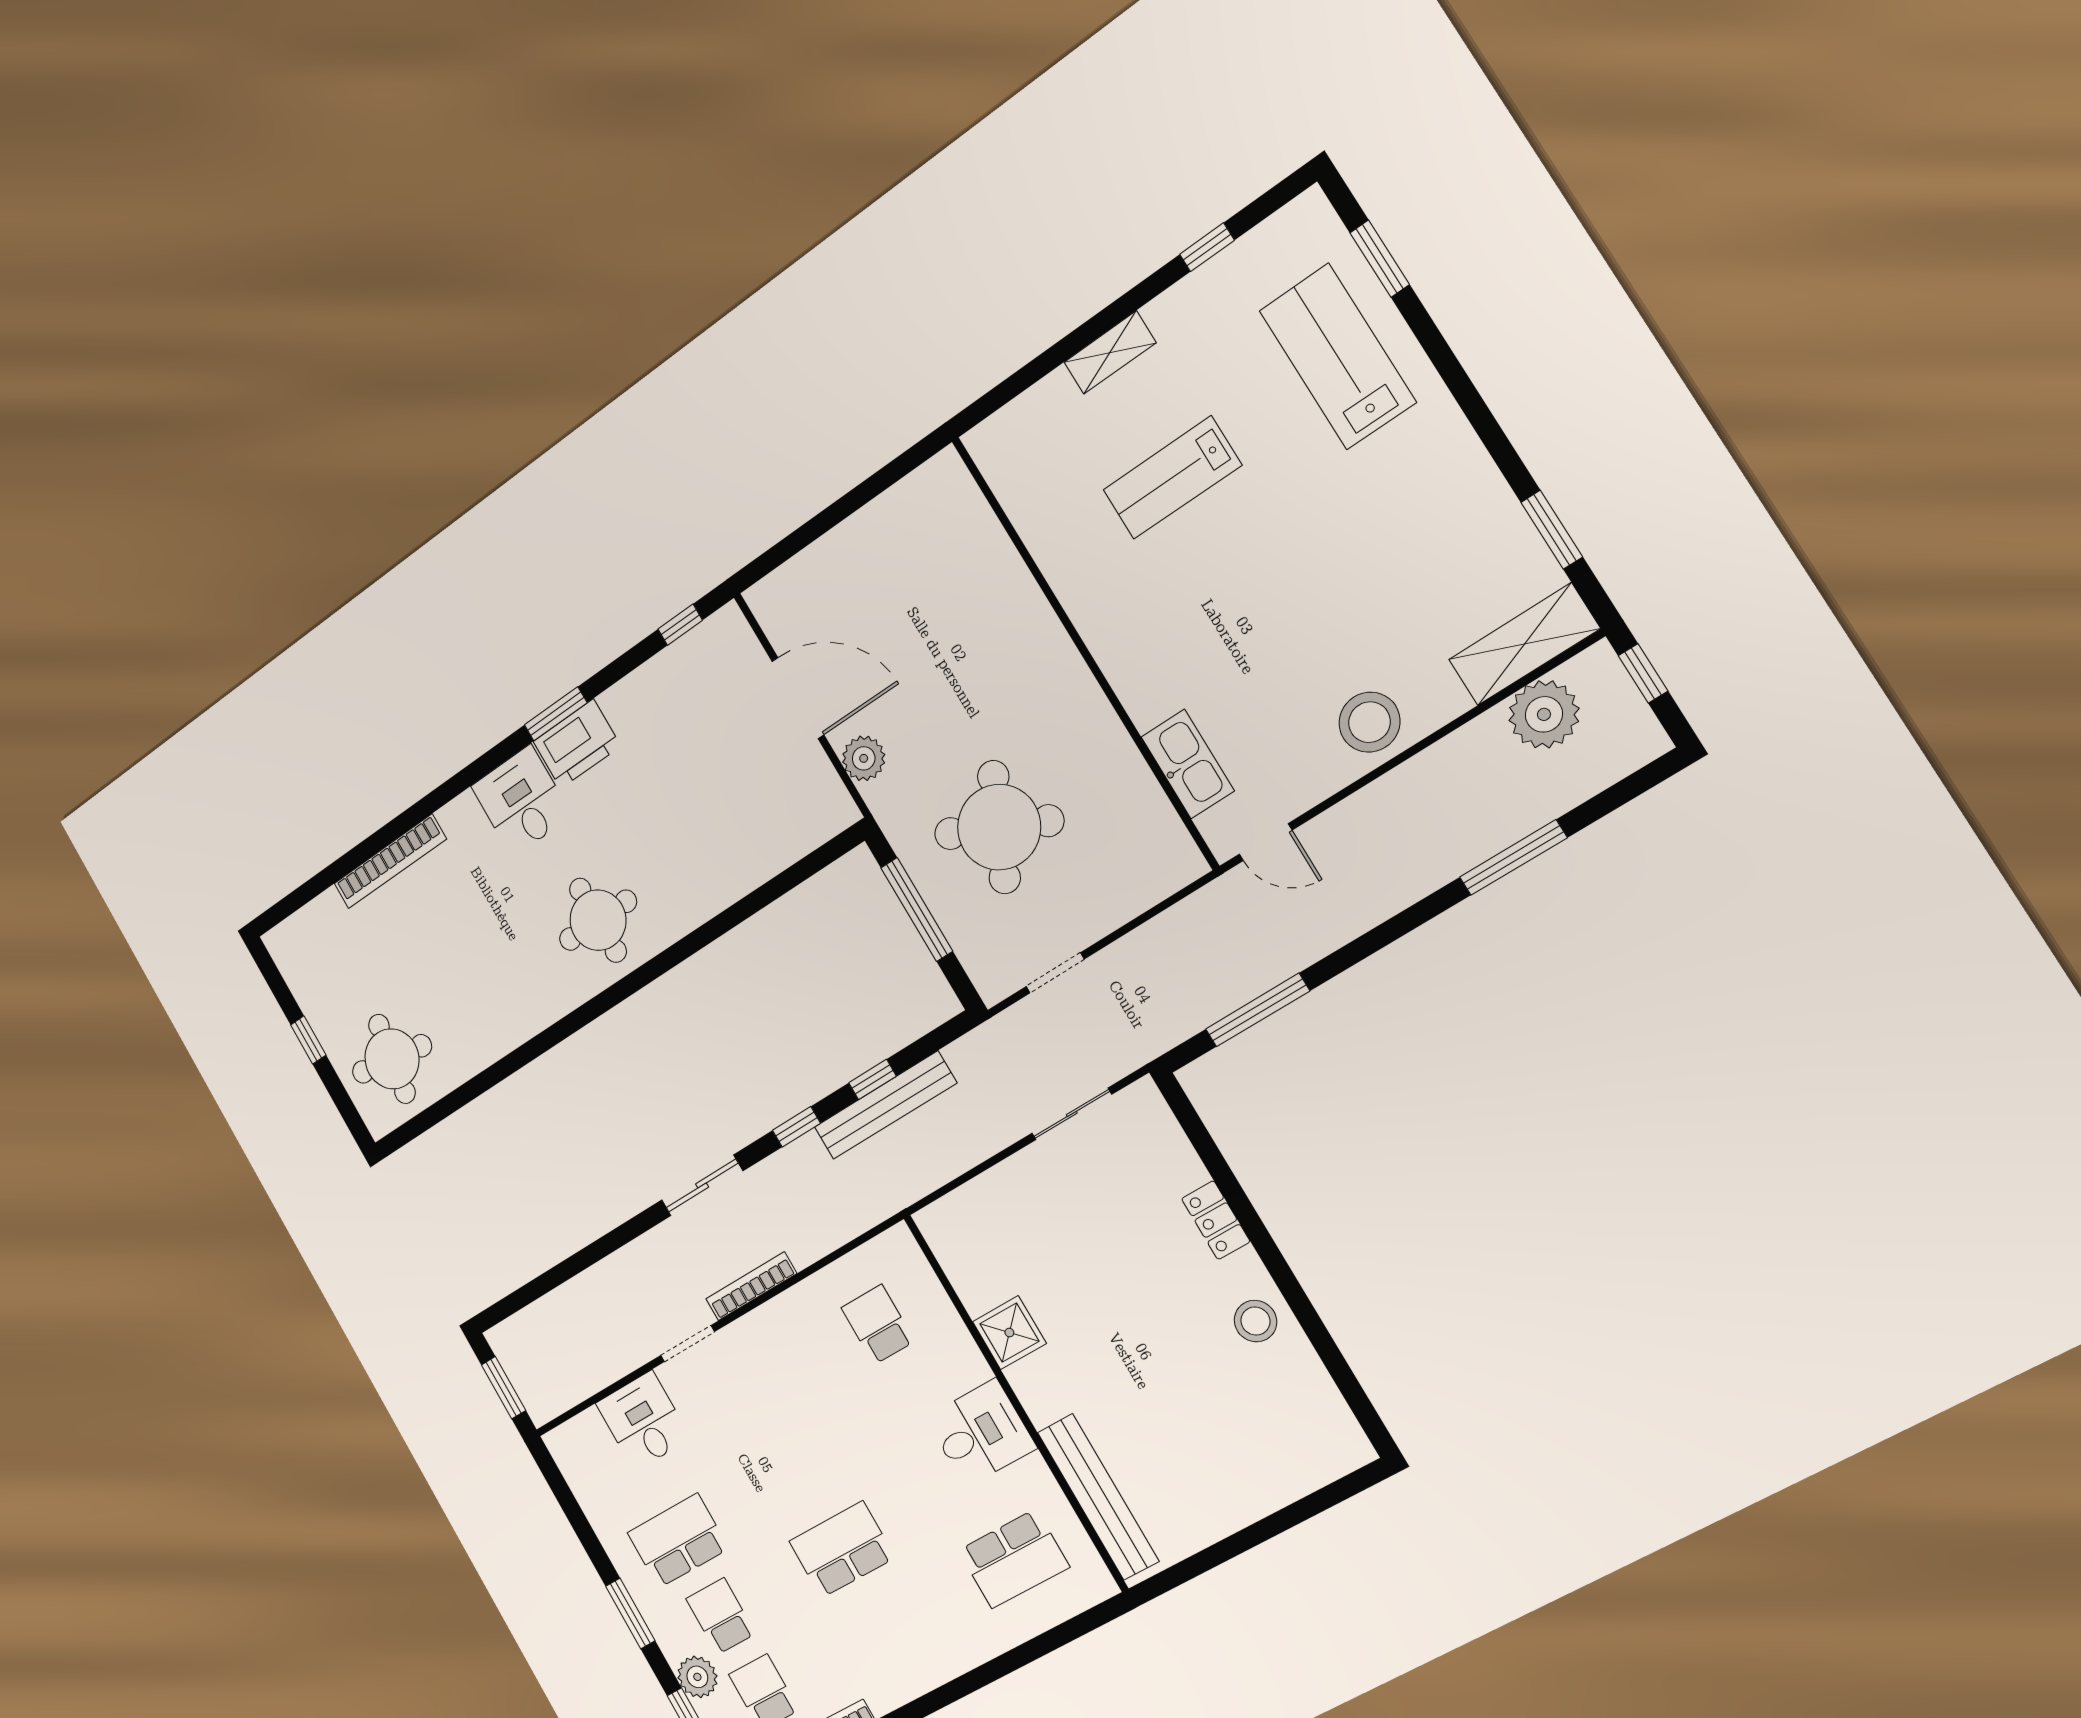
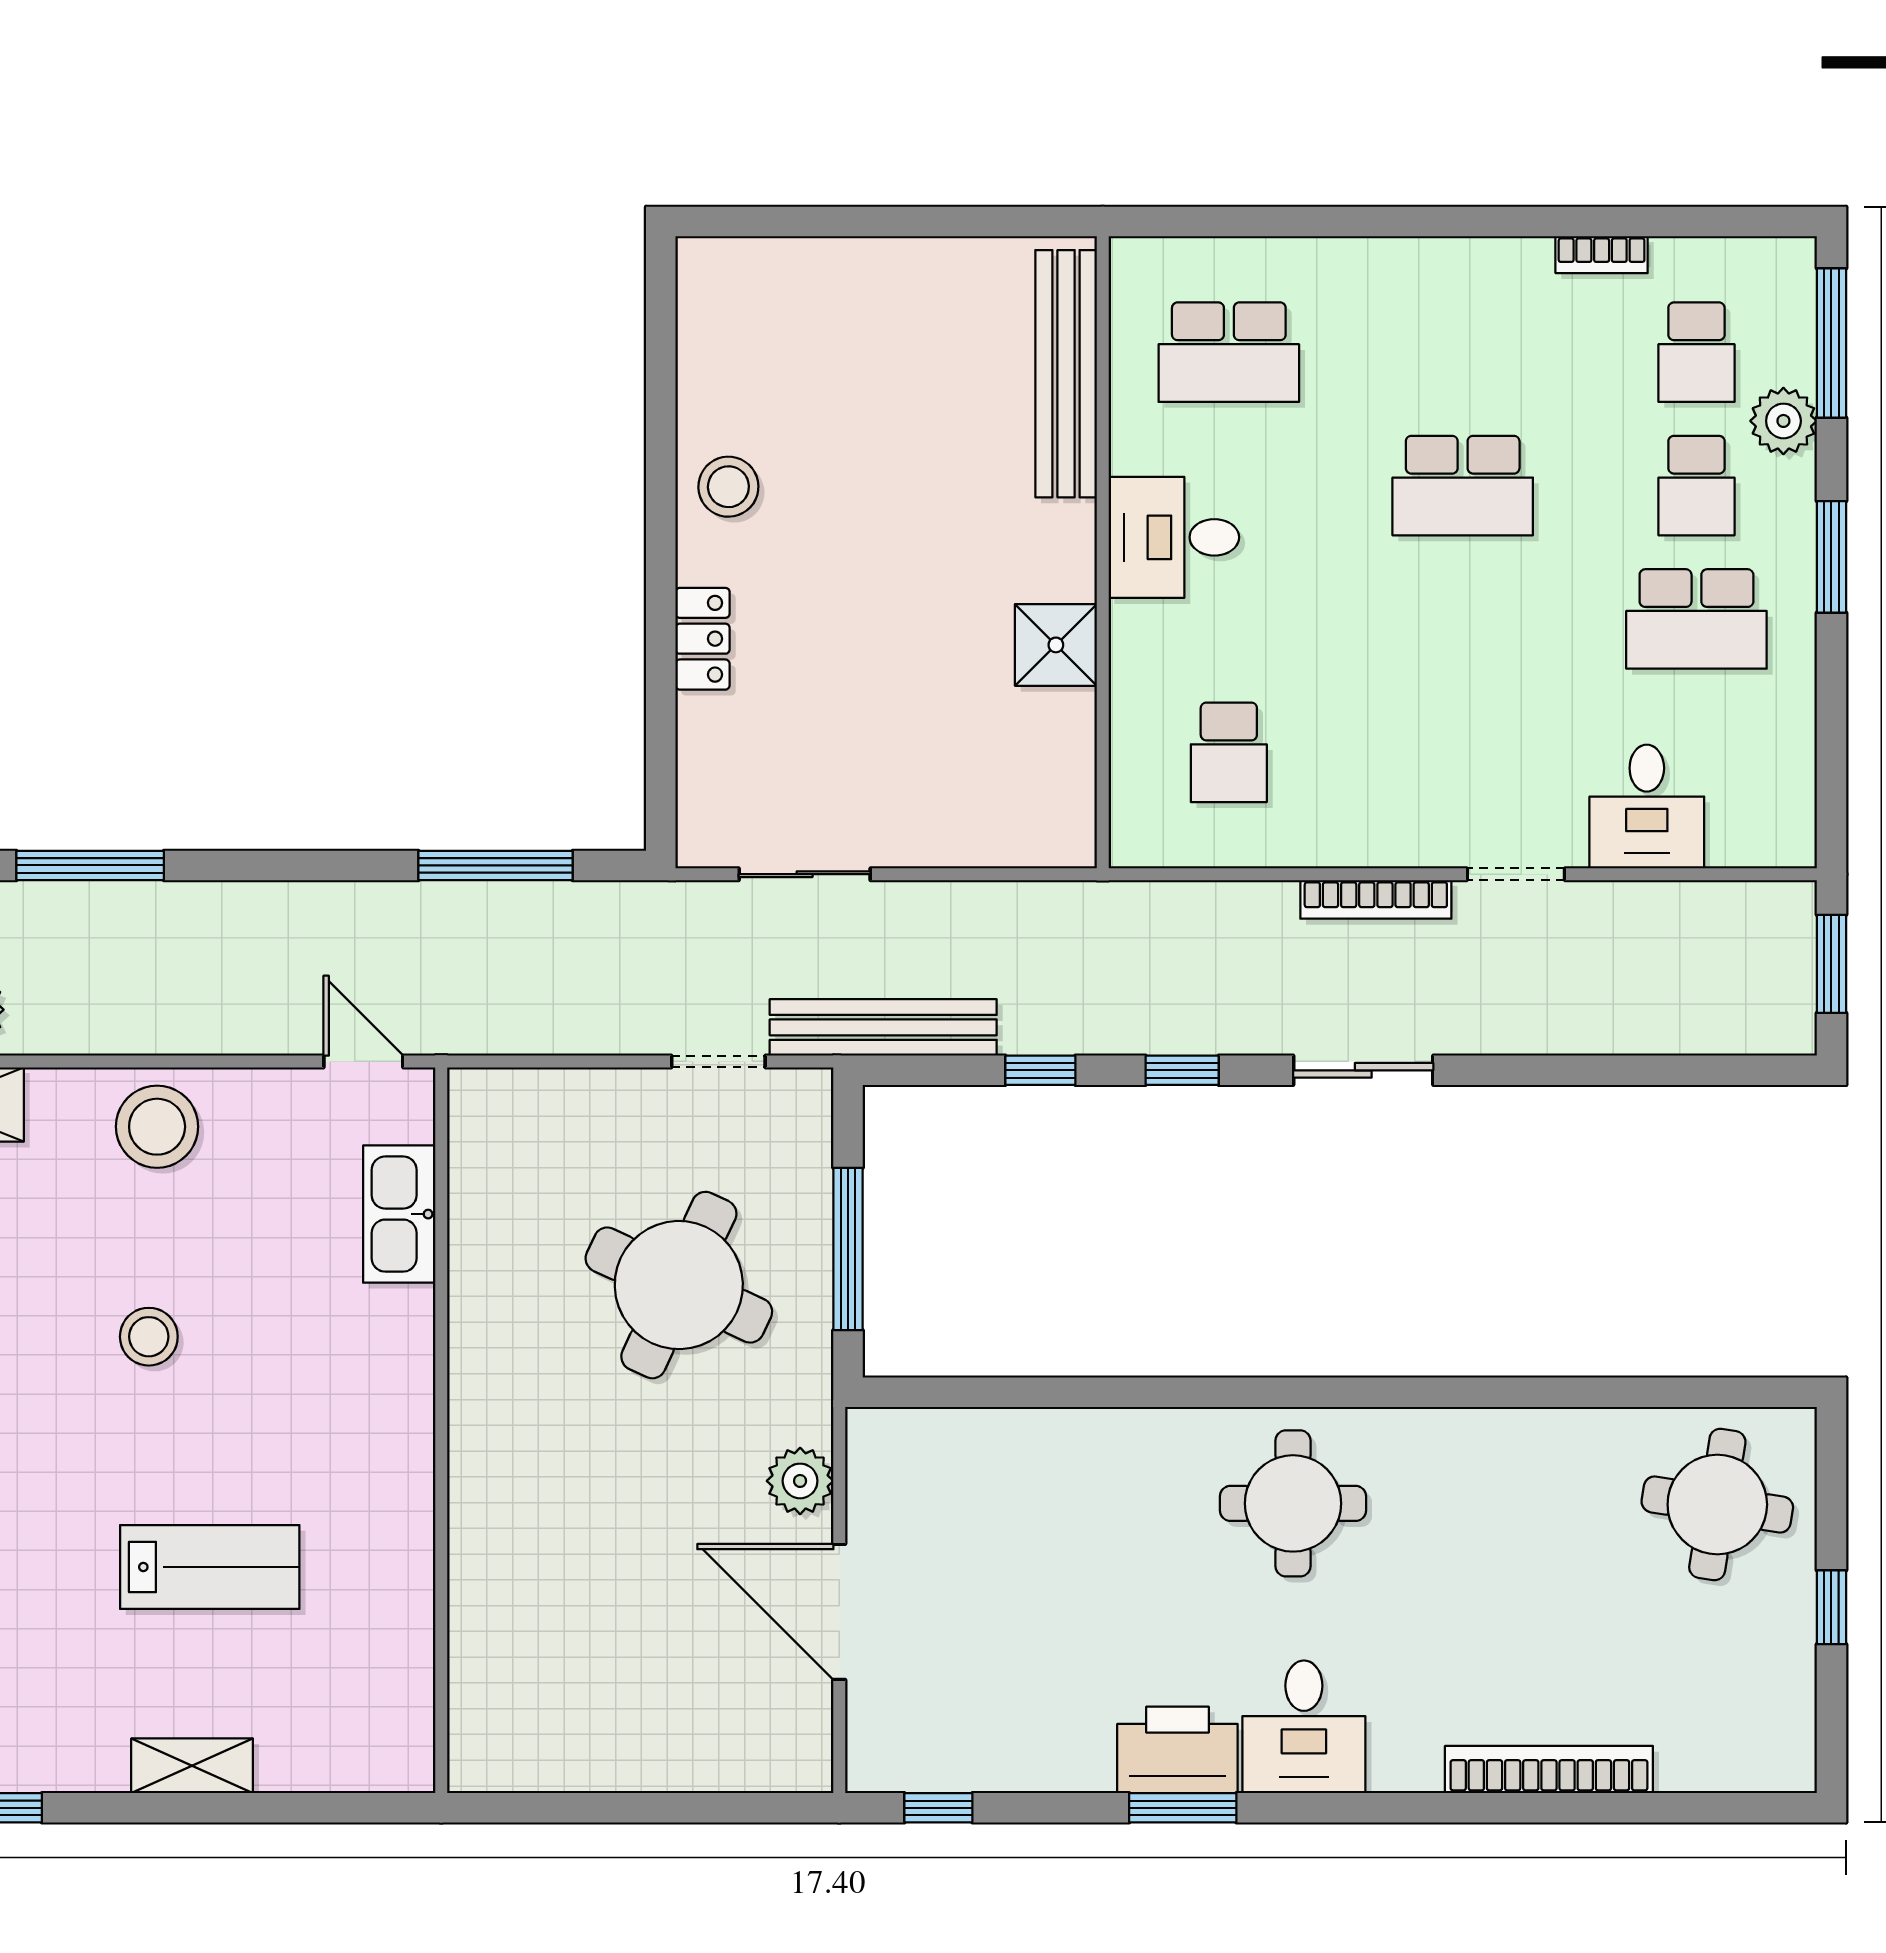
stool: (1295, 591) -> (149, 1337), added
bench: (885, 1105) -> (883, 1027), moved
school desk: (1014, 1559) -> (1229, 352), turned 180

